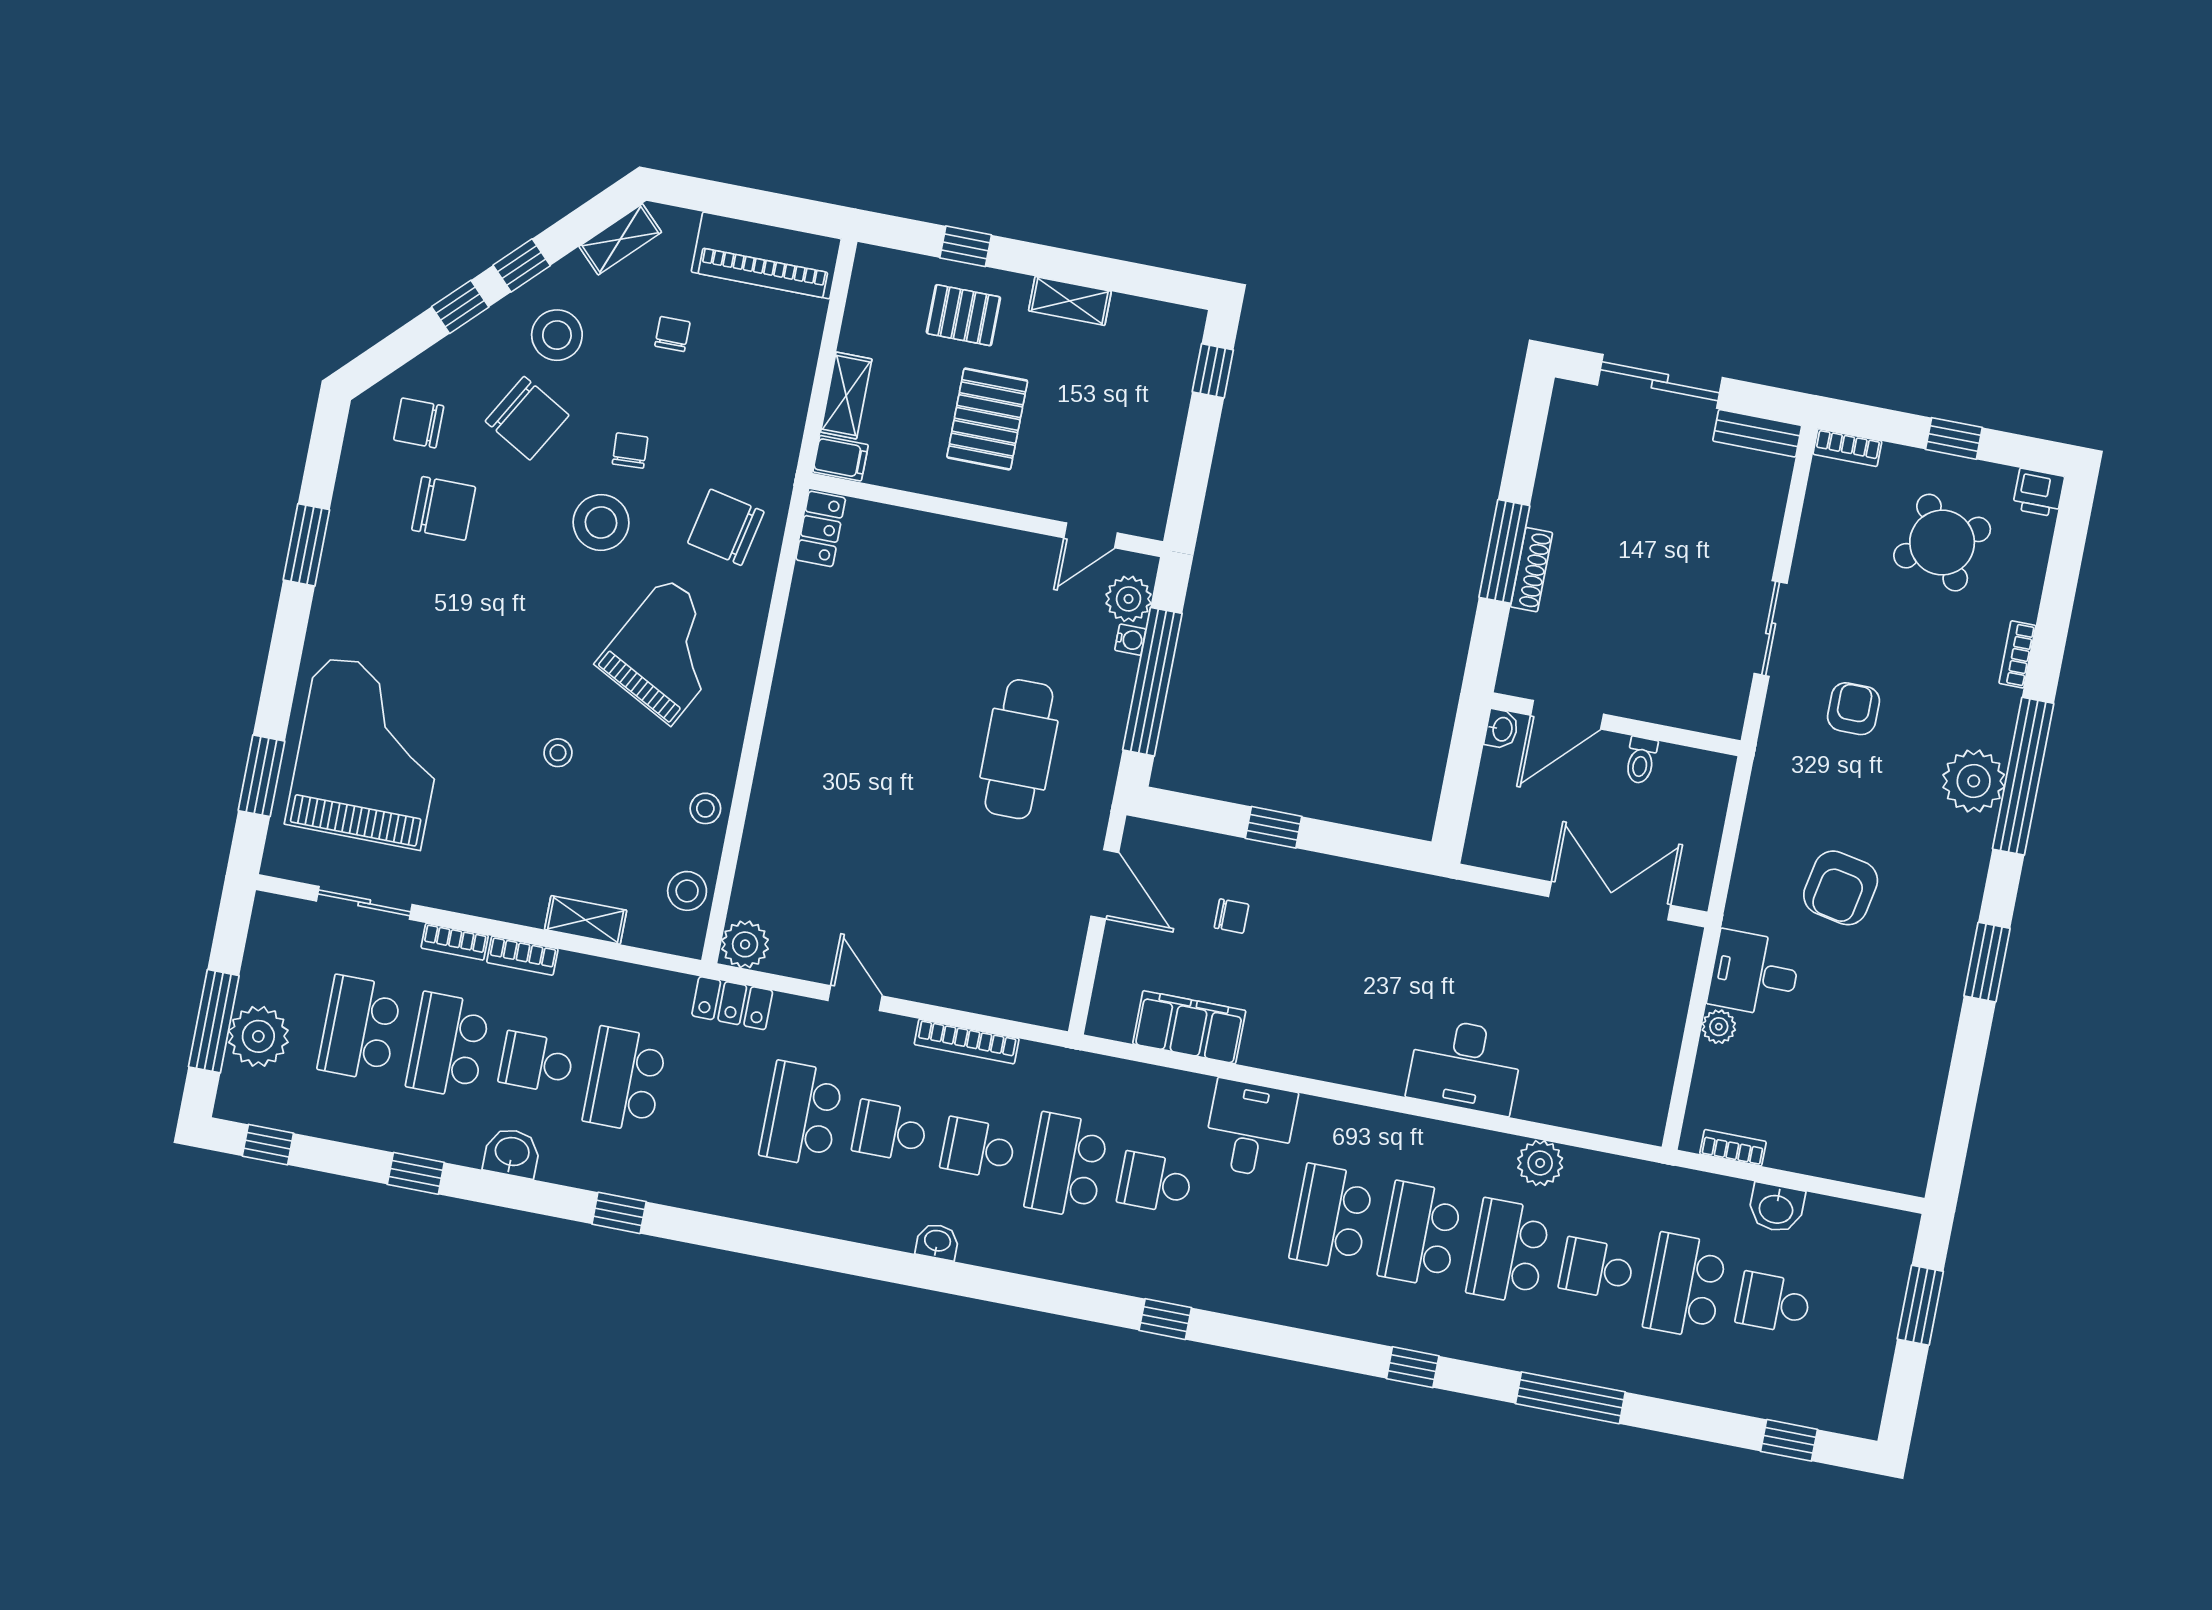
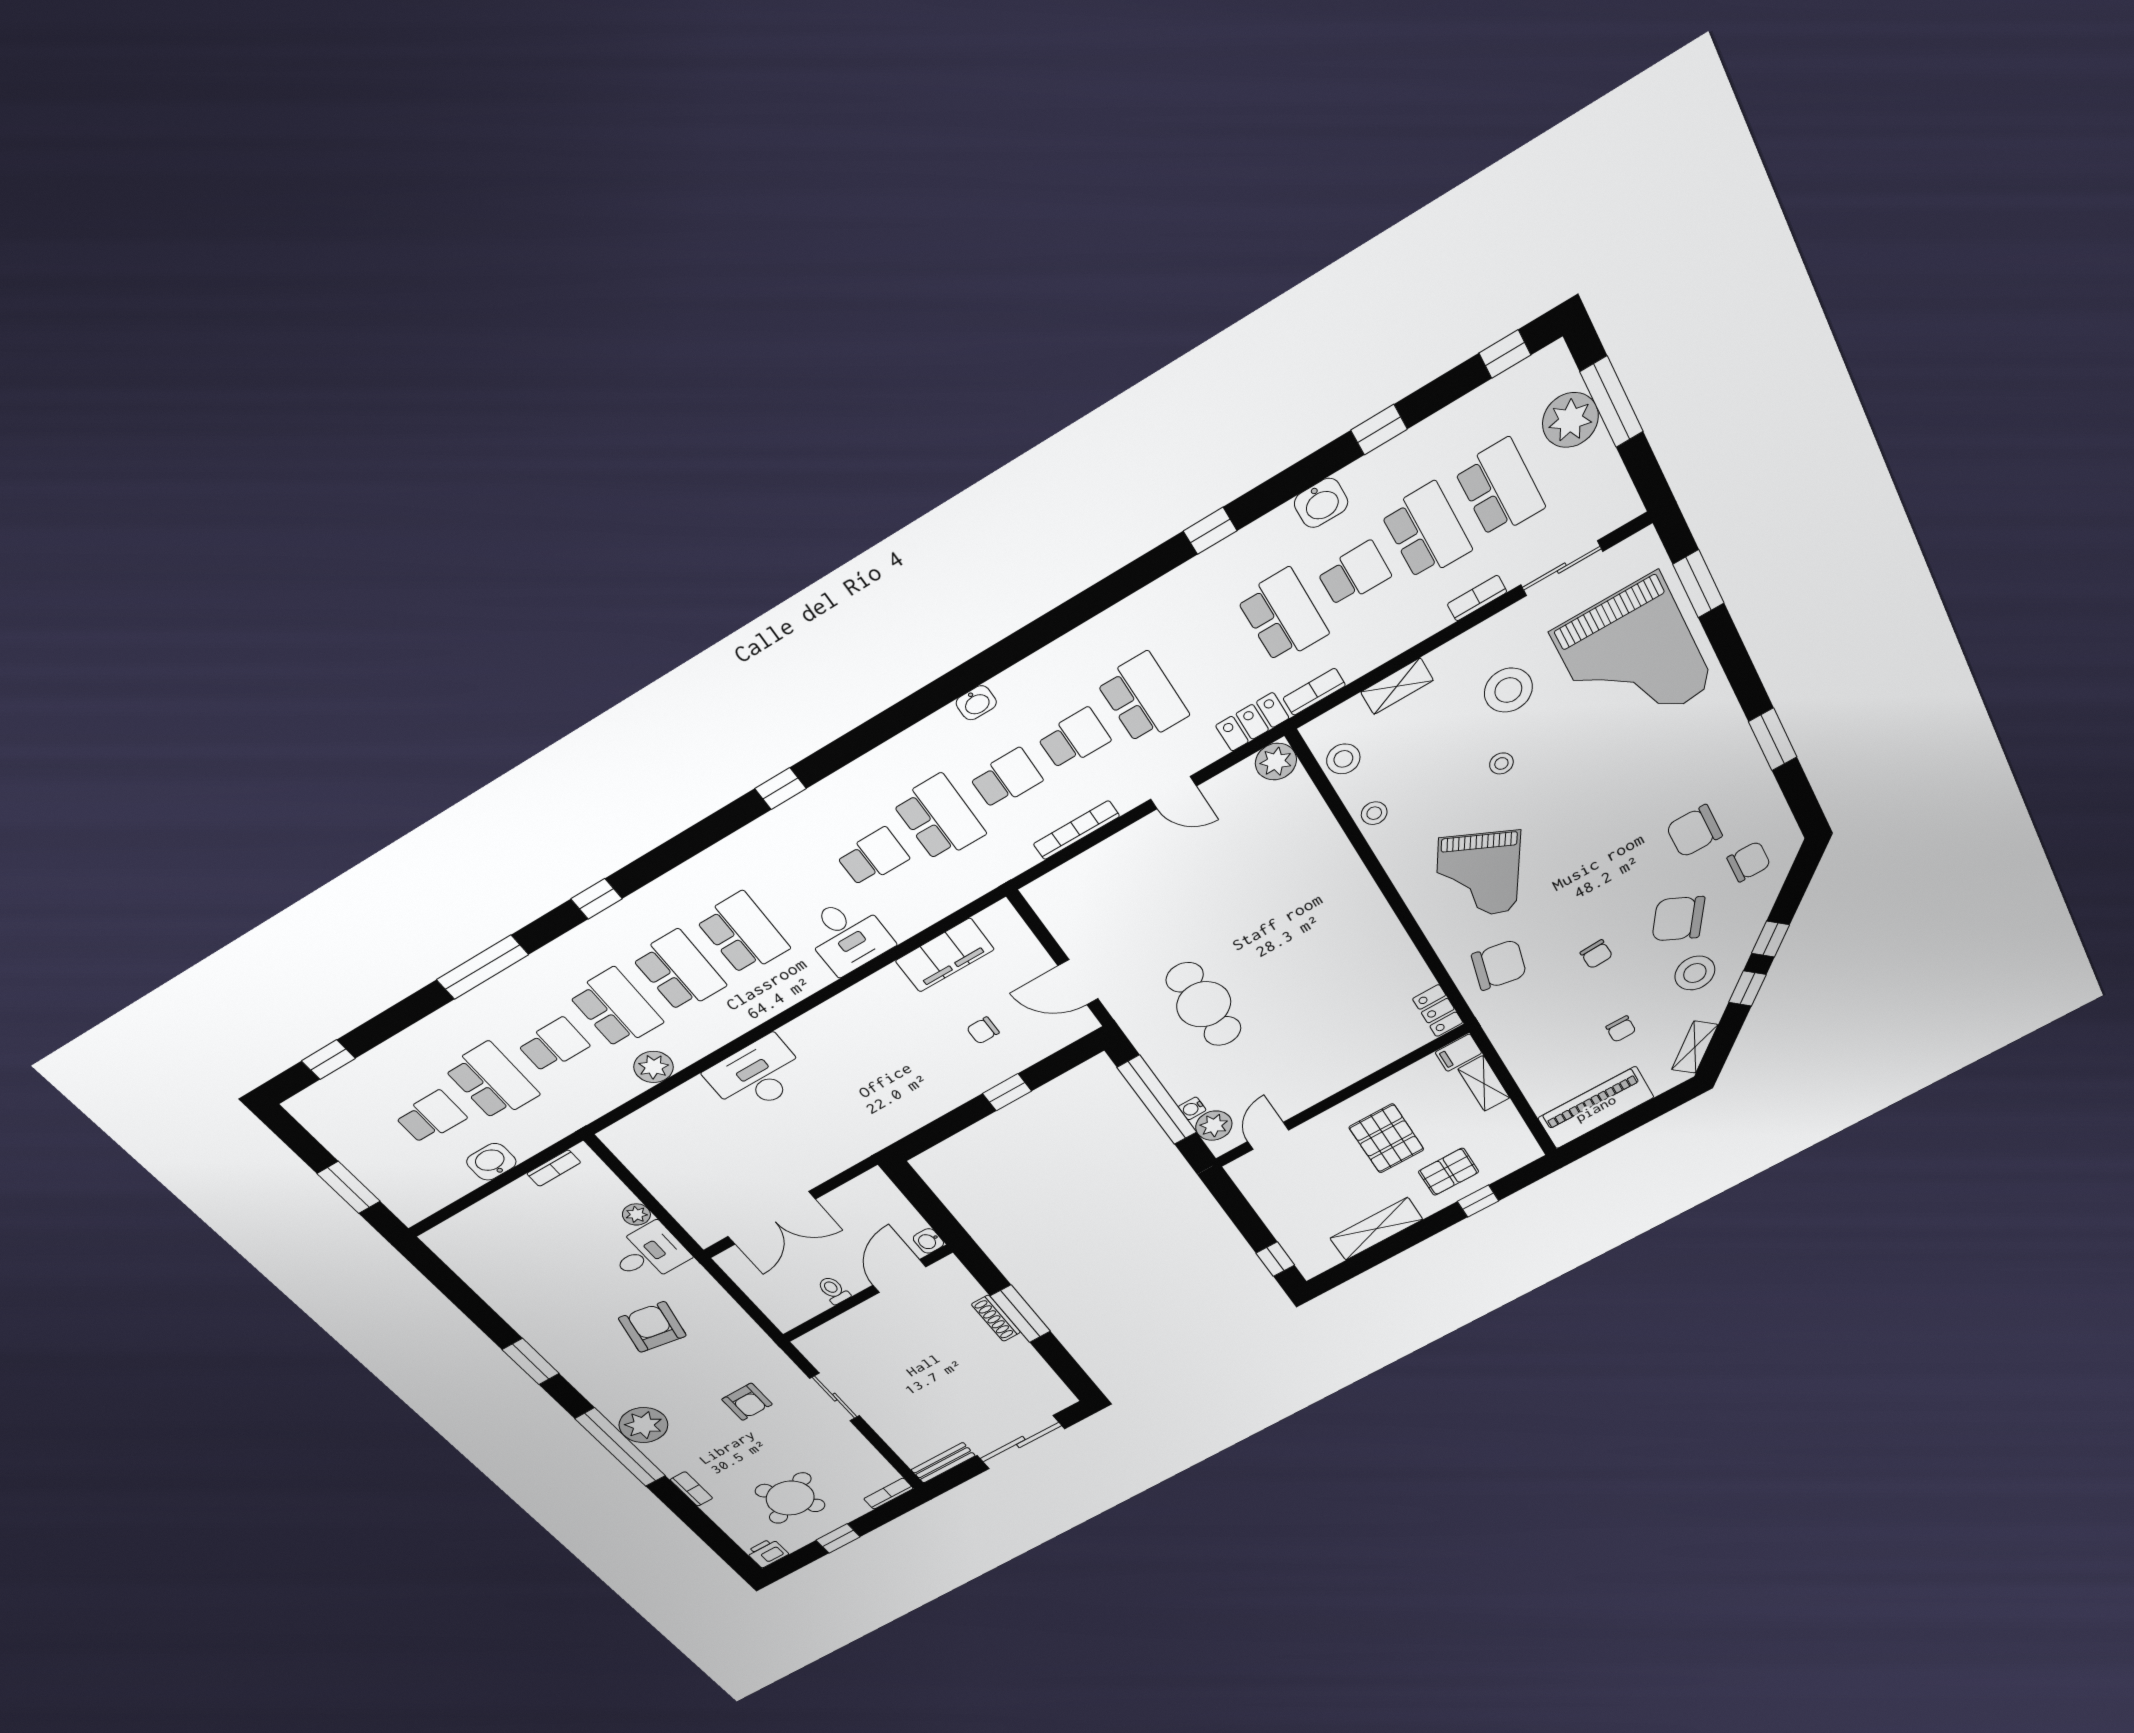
shelving: (1070, 301) -> (1376, 1229), width x1.50, depth x1.33
stool: (601, 522) -> (1508, 690), moved
bookcase: (522, 956) -> (1314, 692), moved

